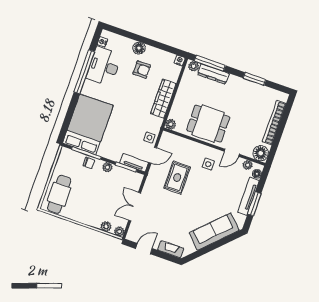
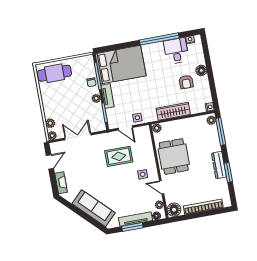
desk: (104, 66) -> (176, 51), width x0.73
dresser: (213, 74) -> (219, 165), moved
tv unit: (134, 163) -> (108, 96), moved
door: (144, 249) -> (50, 162), hinge flipped

